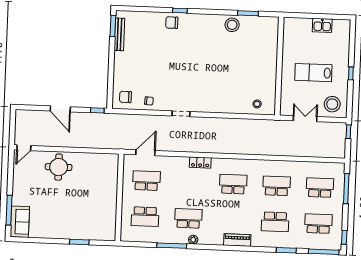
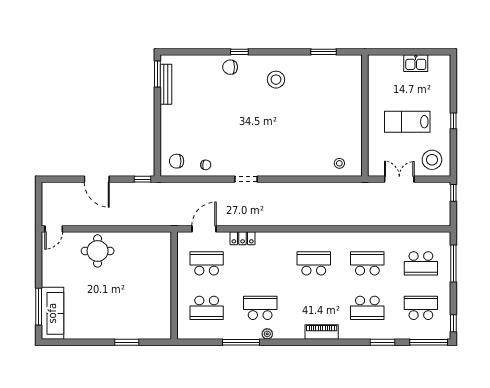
stool: (232, 25) -> (276, 80), moved
locker: (200, 162) -> (243, 238), moved
school desk: (320, 188) -> (421, 263), turned 180
sofa: (20, 222) -> (52, 313), width x1.36

